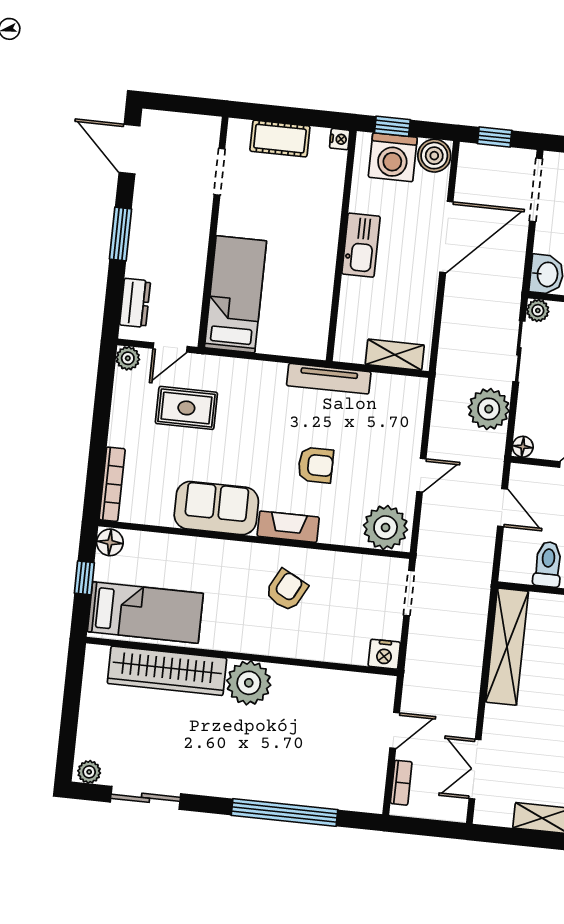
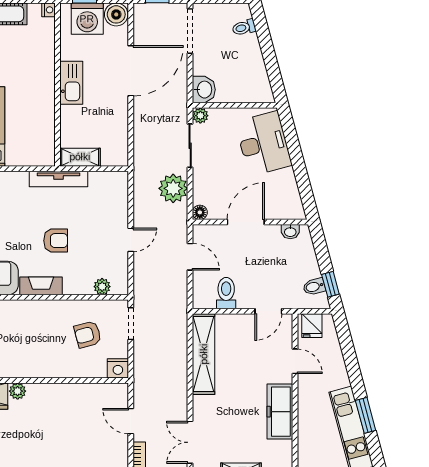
shelving: (395, 355) -> (80, 157), moved
plant: (386, 527) -> (102, 287), width x0.53, depth x0.53
armchair: (286, 590) -> (88, 334), moved, turned -133
plant: (249, 683) -> (18, 391), width x0.53, depth x0.53
door: (395, 730) -> (131, 421), swing flipped

